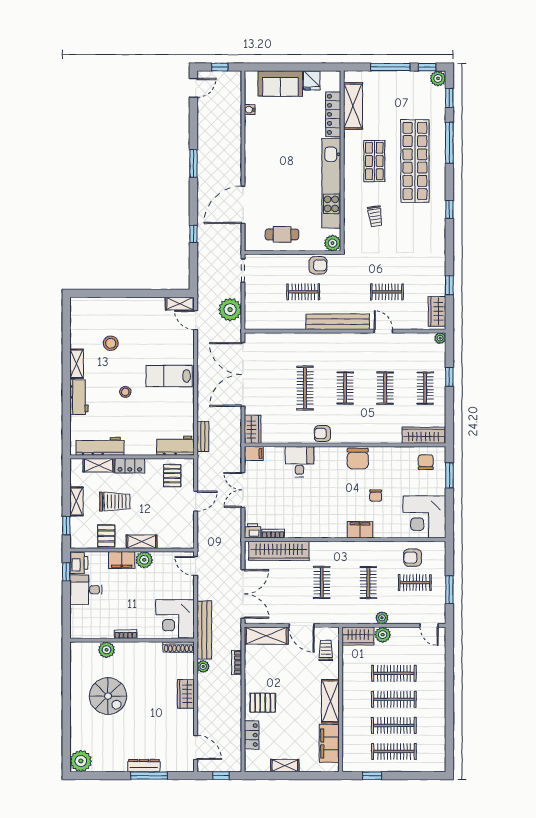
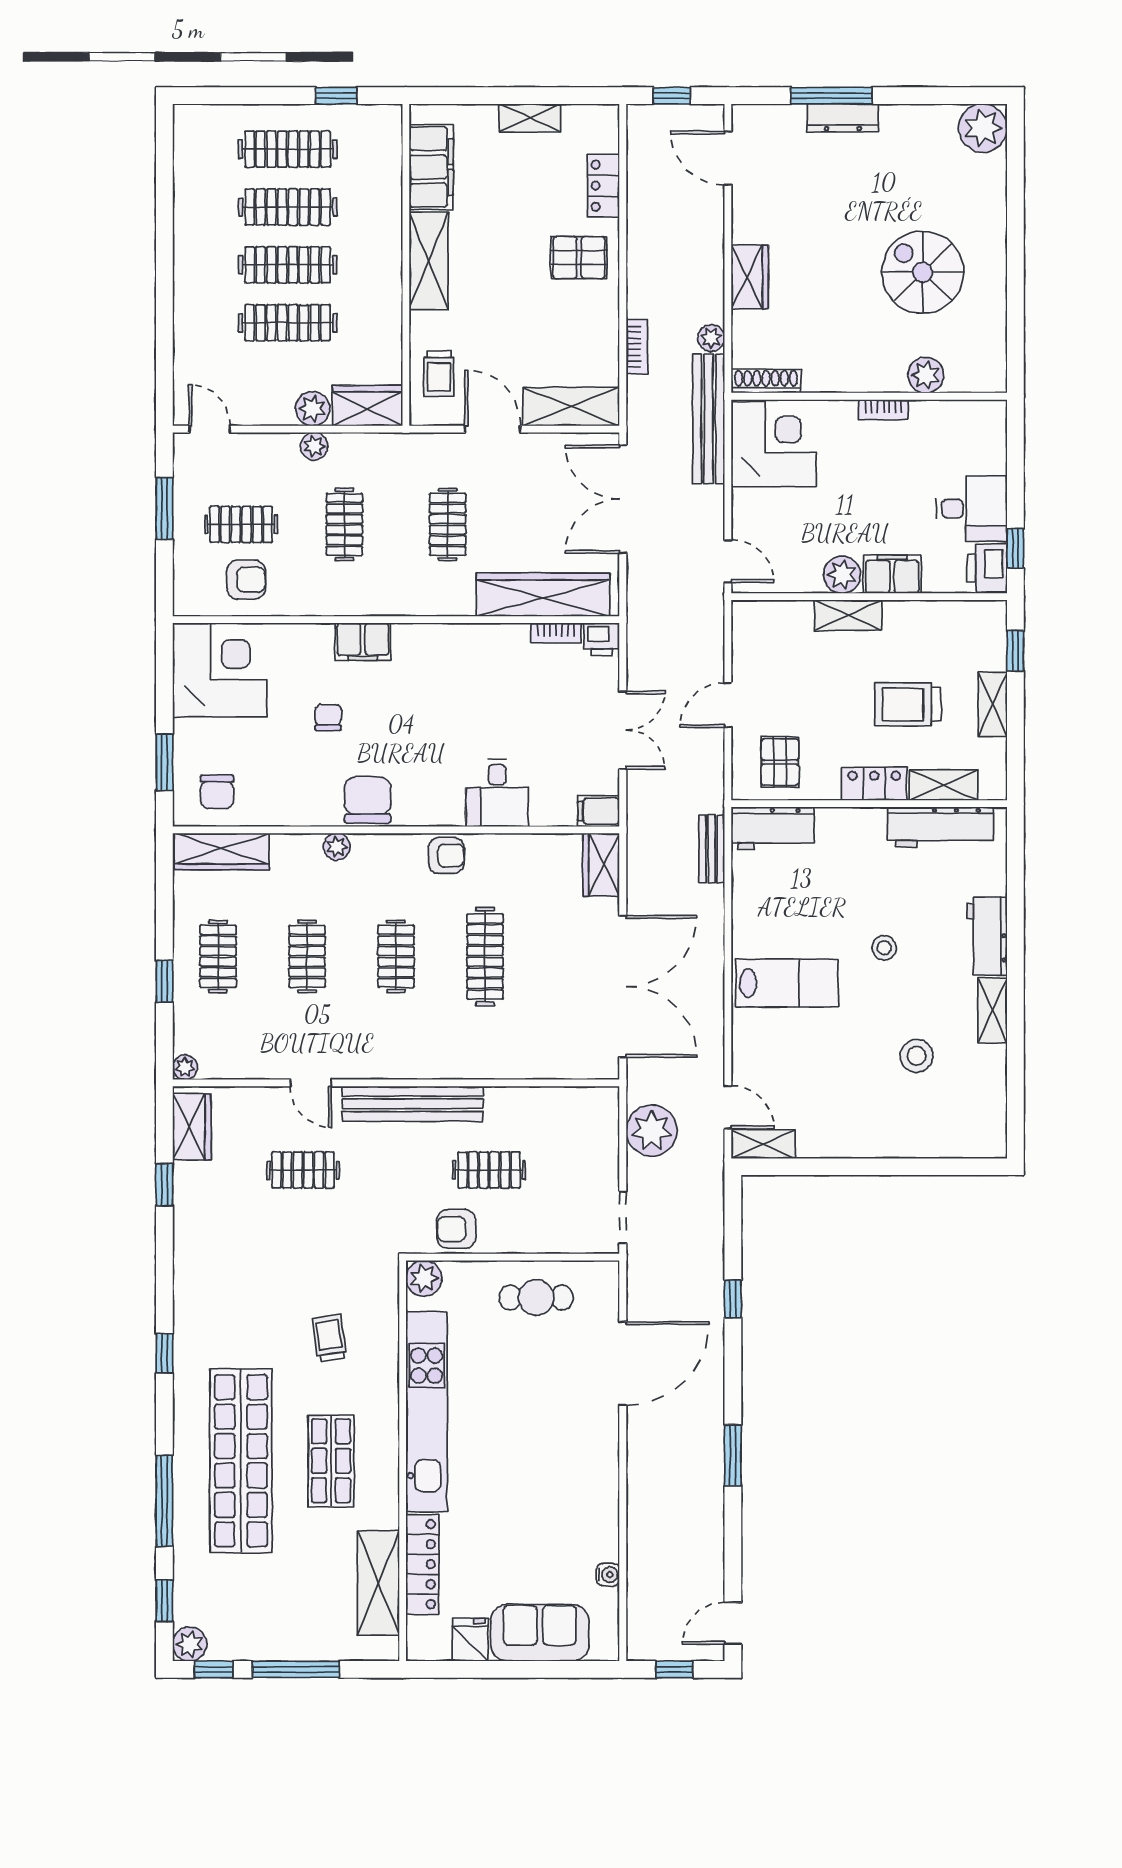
plant: (372, 437) -> (337, 847), added
pallet: (106, 536) -> (927, 628), removed

